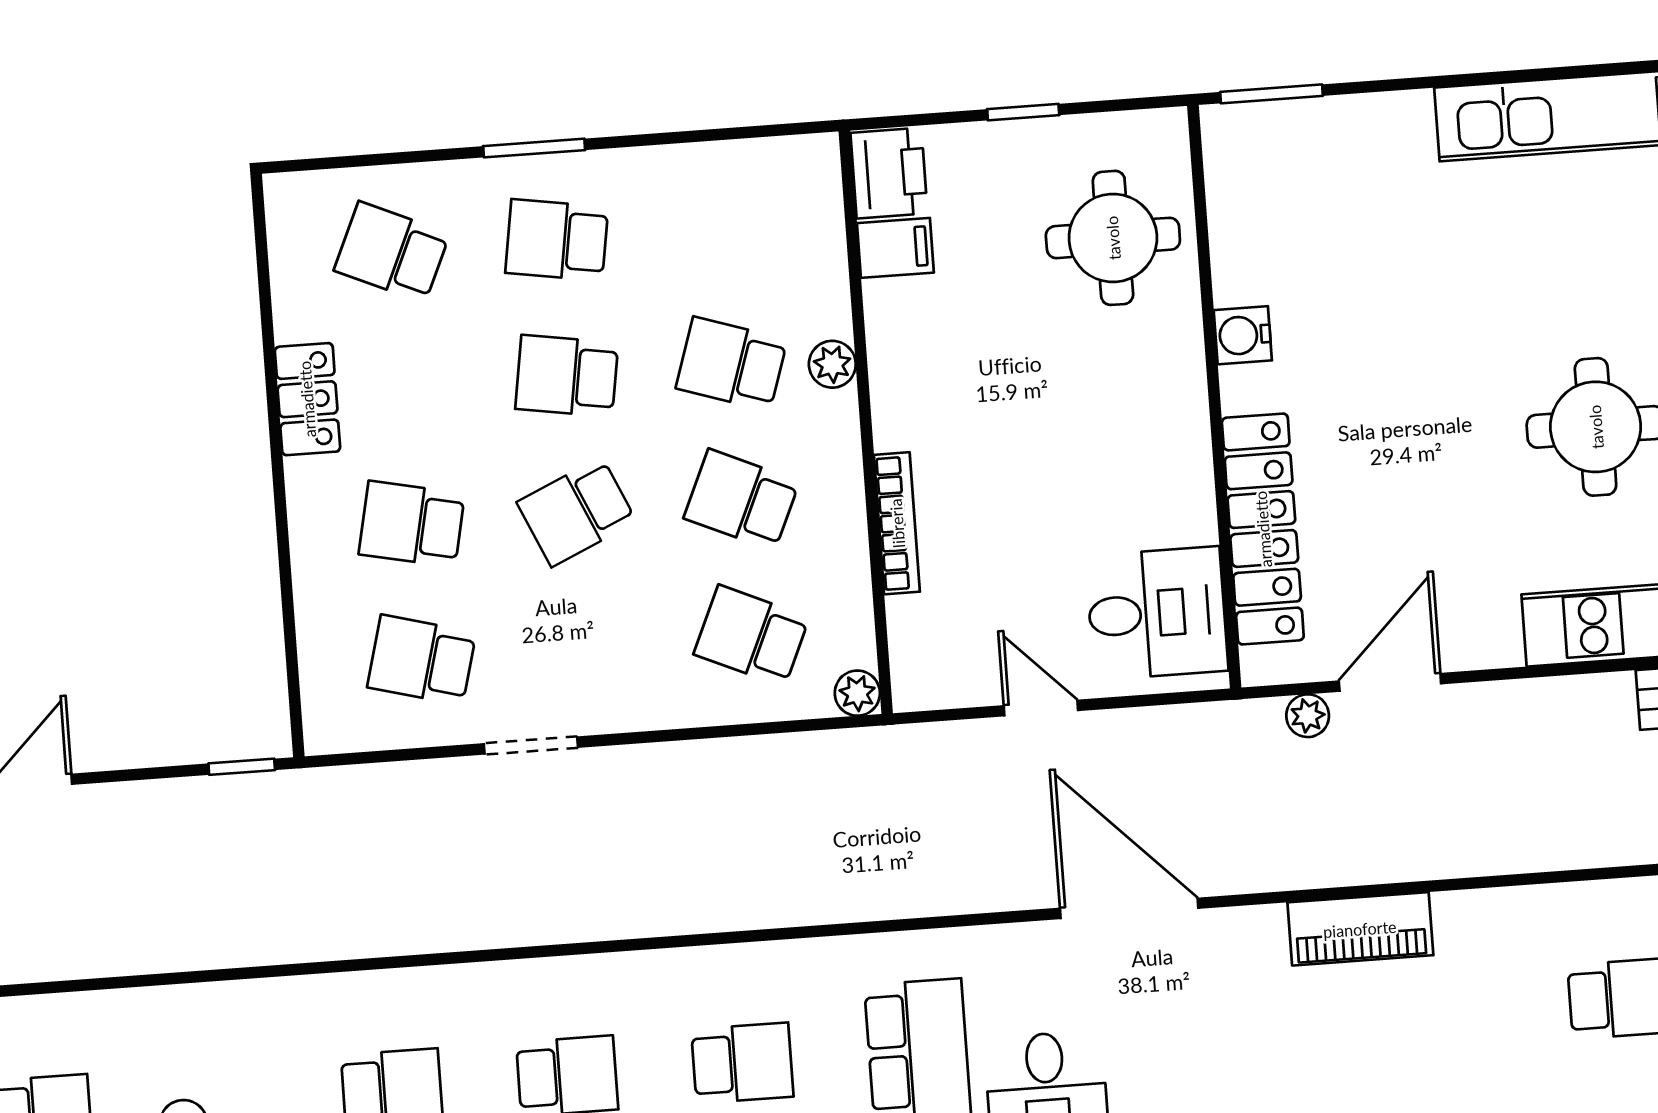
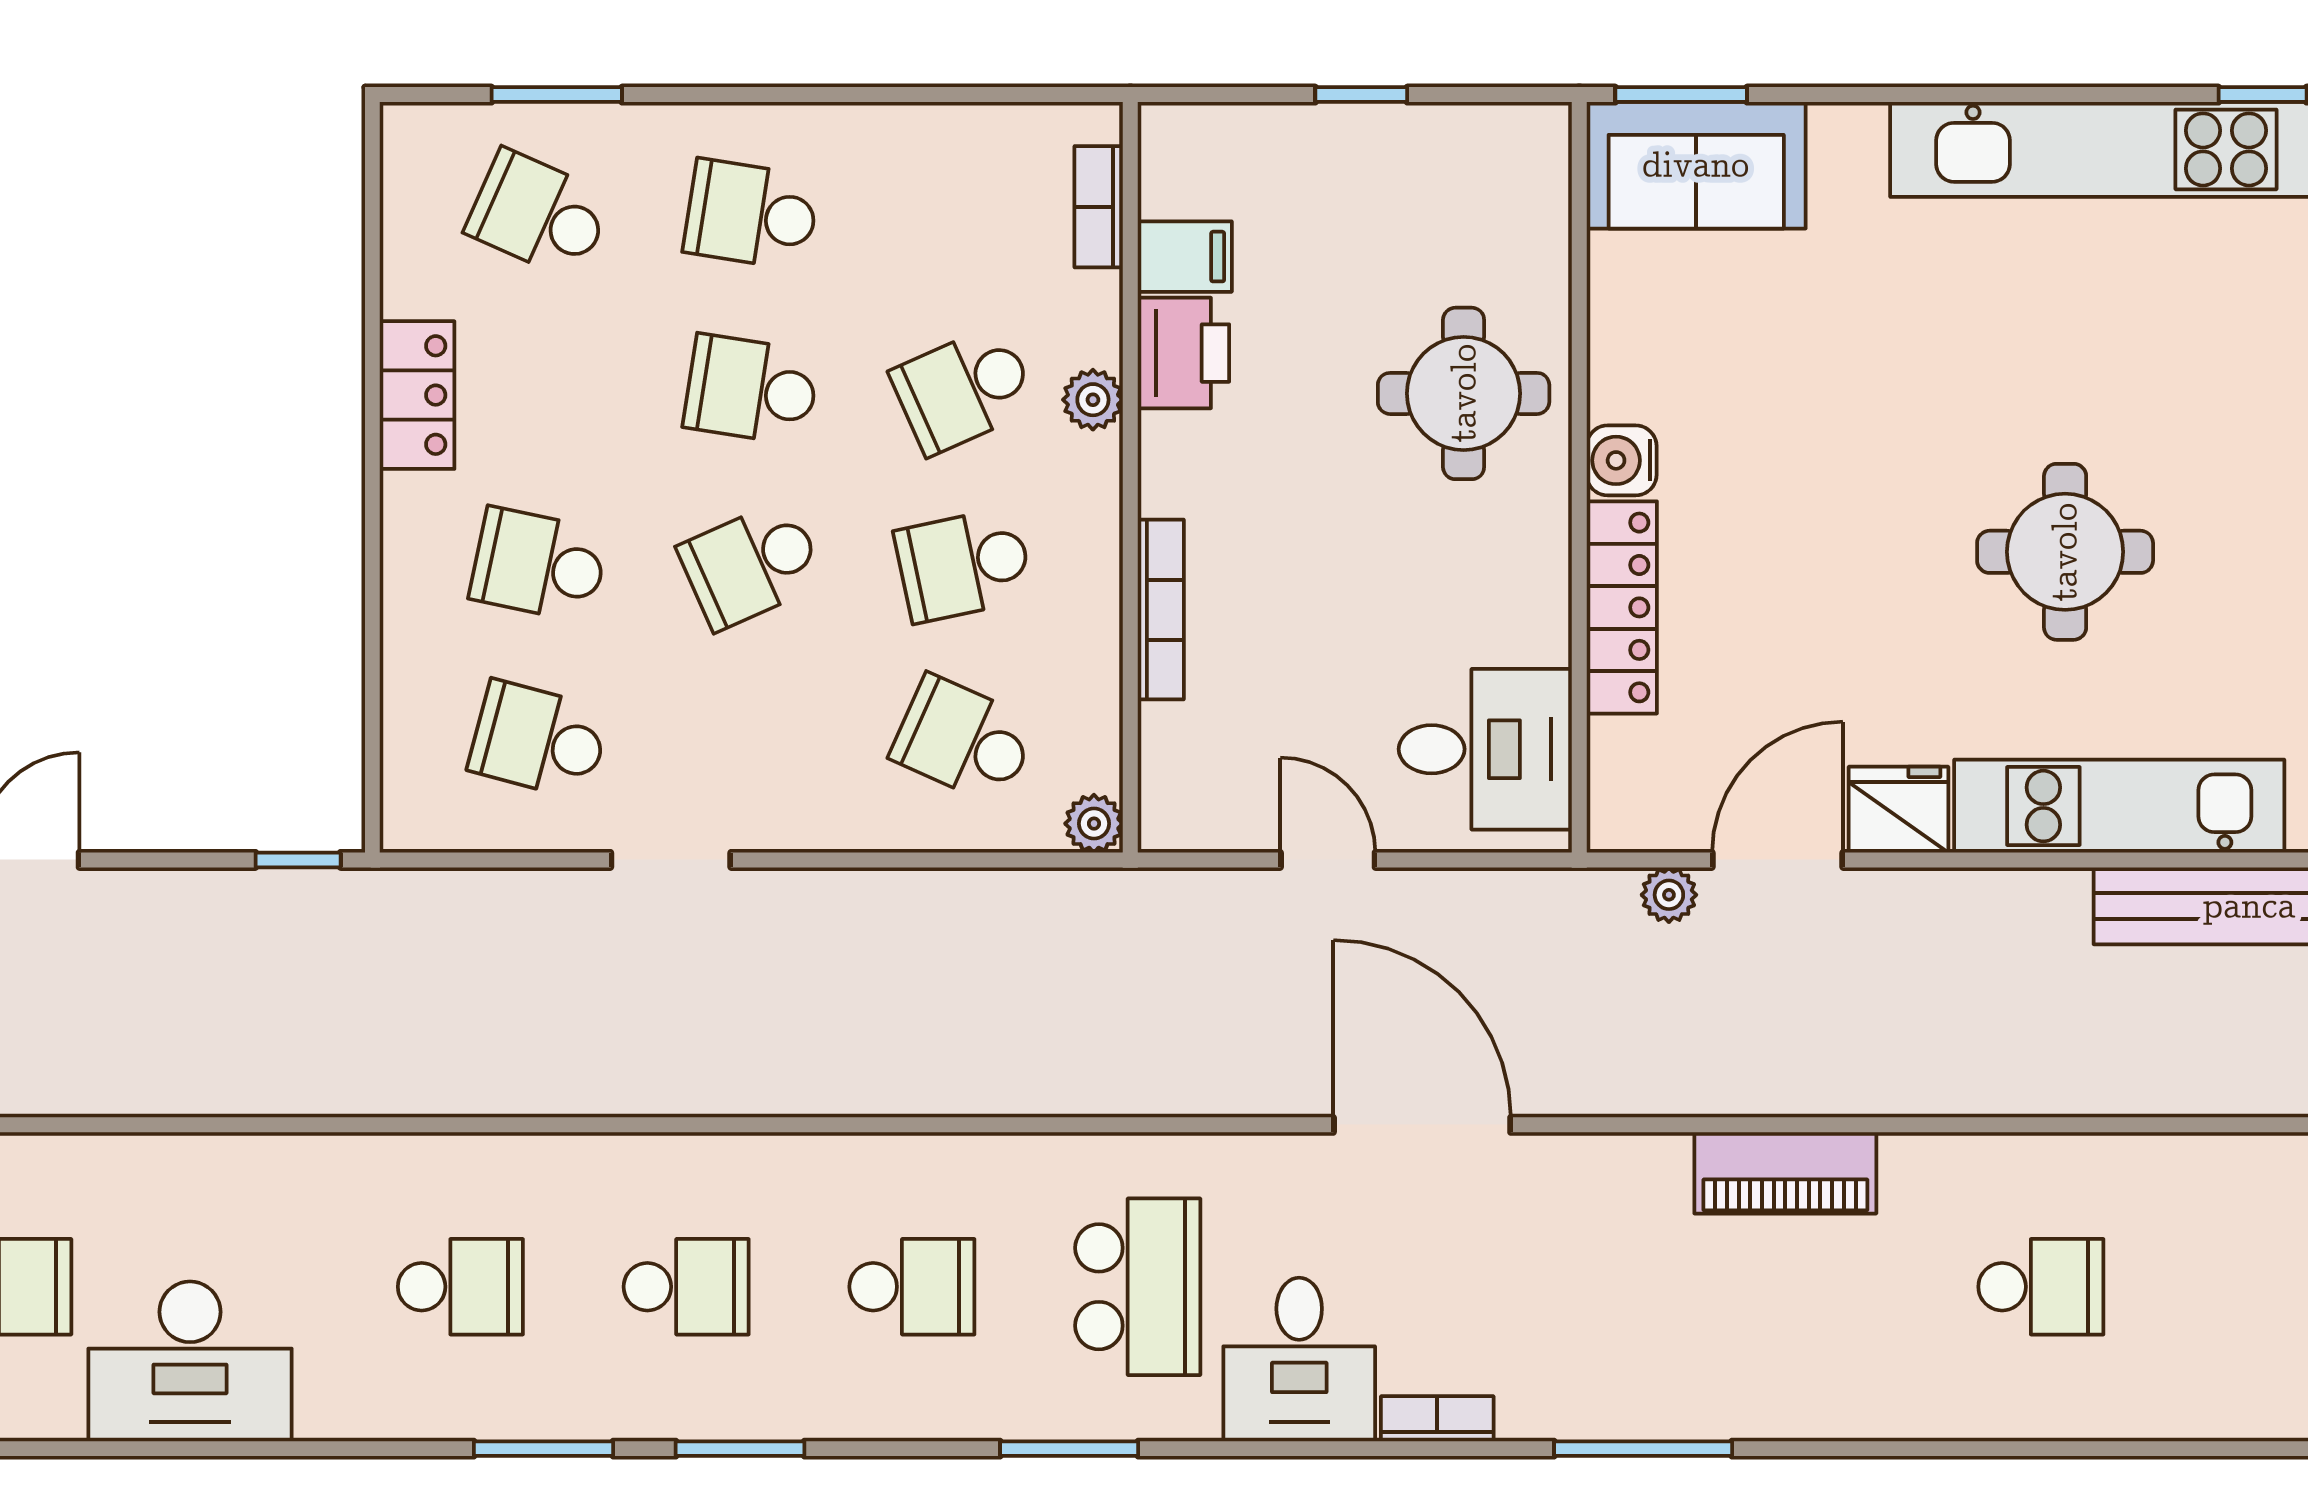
window: (534, 148) -> (557, 95), moved
sofa: (1287, 148) -> (1696, 165), added
printer: (889, 173) -> (1183, 353), moved
bookcase: (826, 214) -> (1099, 207), added
round table: (1113, 238) -> (1464, 393), moved
water cooler: (1243, 335) -> (1622, 460), moved
school desk: (732, 364) -> (964, 390), turned -42
school desk: (742, 500) -> (964, 565), turned -36
locker: (1263, 529) -> (1622, 607), width x0.71, depth x0.83
fridge: (1481, 637) -> (1899, 810), added
piano: (1360, 929) -> (1785, 1173), moved

